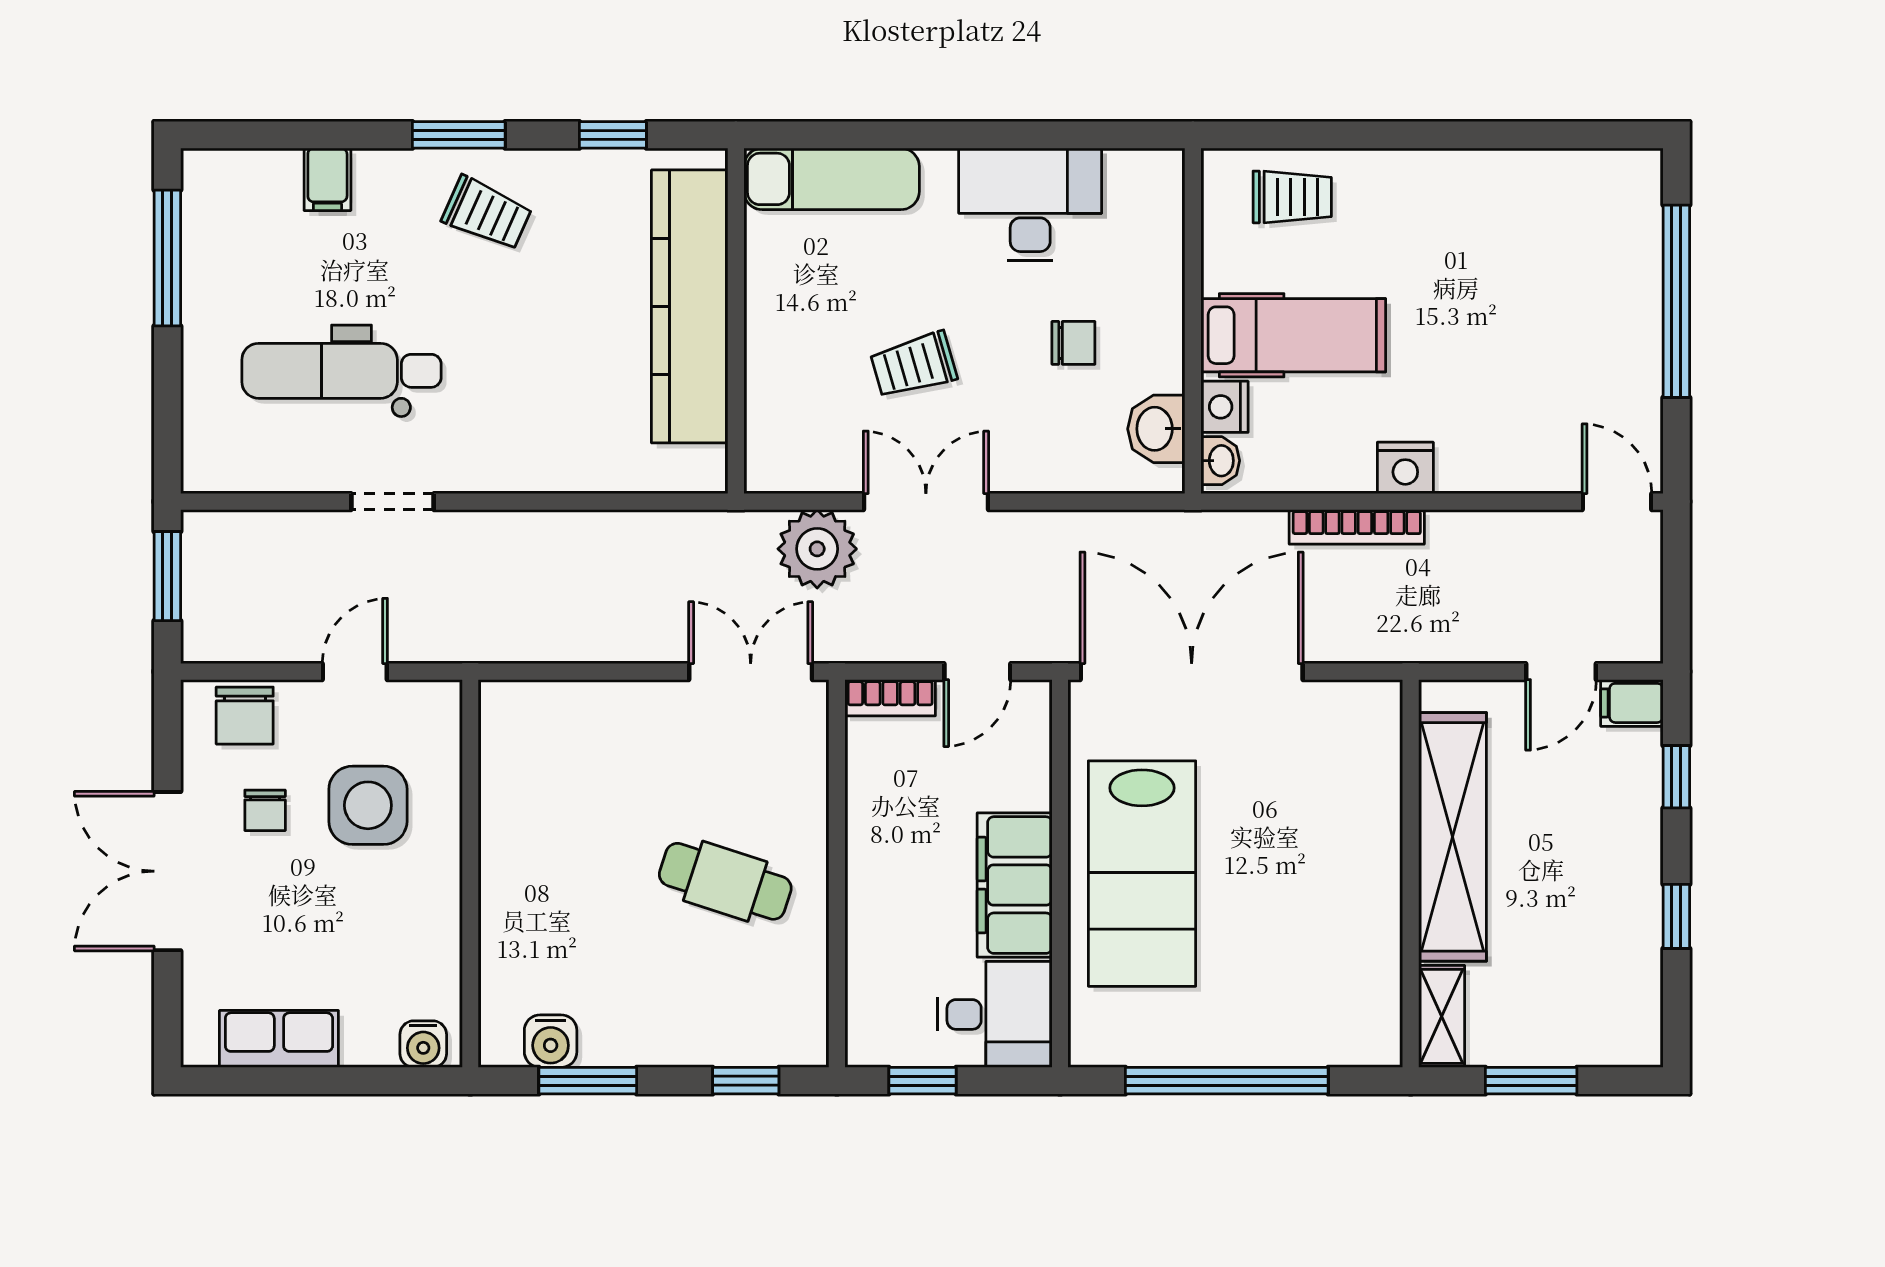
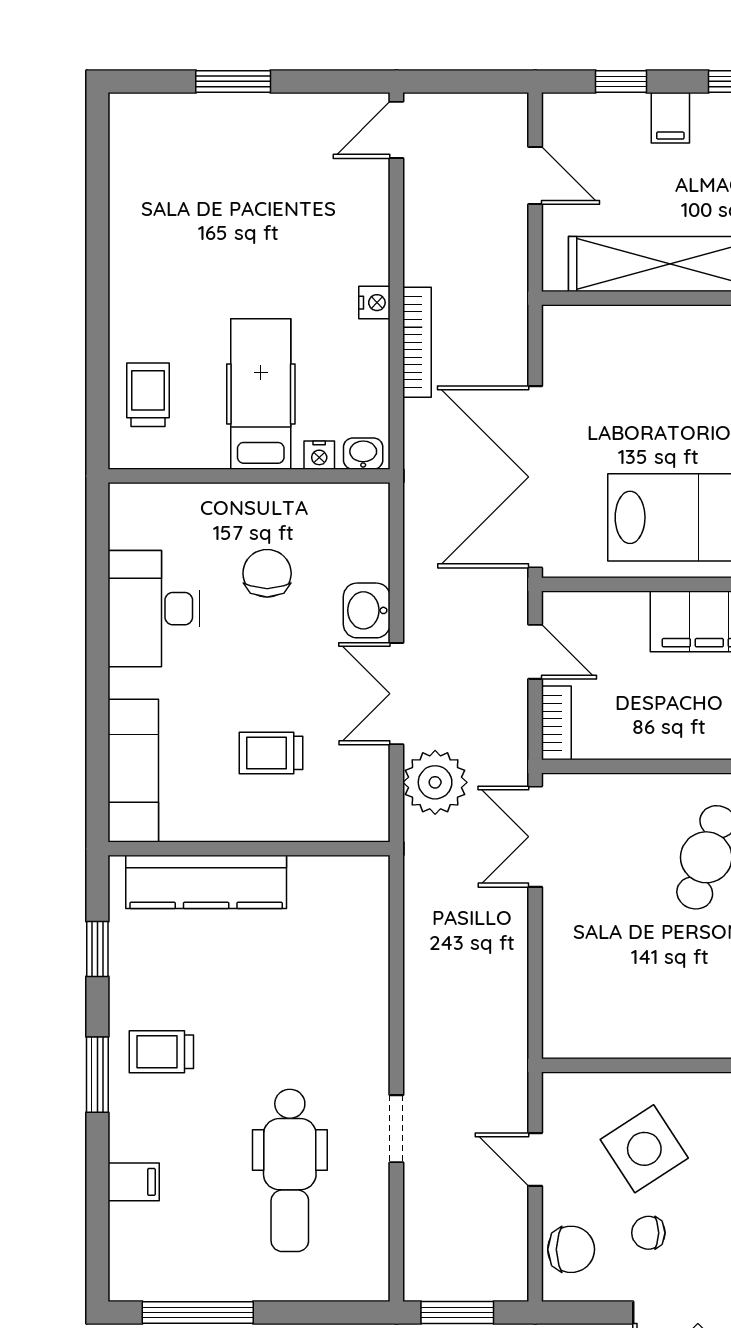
trolley: (487, 213) -> (161, 1052), turned -114
window: (1676, 301) -> (233, 81), width x0.47
kitchen counter: (690, 306) -> (206, 882), width x0.72, depth x0.86
chair: (1073, 343) -> (267, 573), width x1.37, depth x1.37
trolley: (914, 365) -> (271, 753), moved, turned 106
nightstand: (1224, 407) -> (319, 455), width x0.72, depth x0.74
washbasin: (1156, 429) -> (367, 610), moved, turned 90
nightstand: (1405, 468) -> (374, 303), width x0.72, depth x0.74
filing cabinet: (1632, 703) -> (670, 118), moved
side table: (368, 805) -> (644, 1149), turned -33
chair: (265, 810) -> (648, 1233), turned 180

